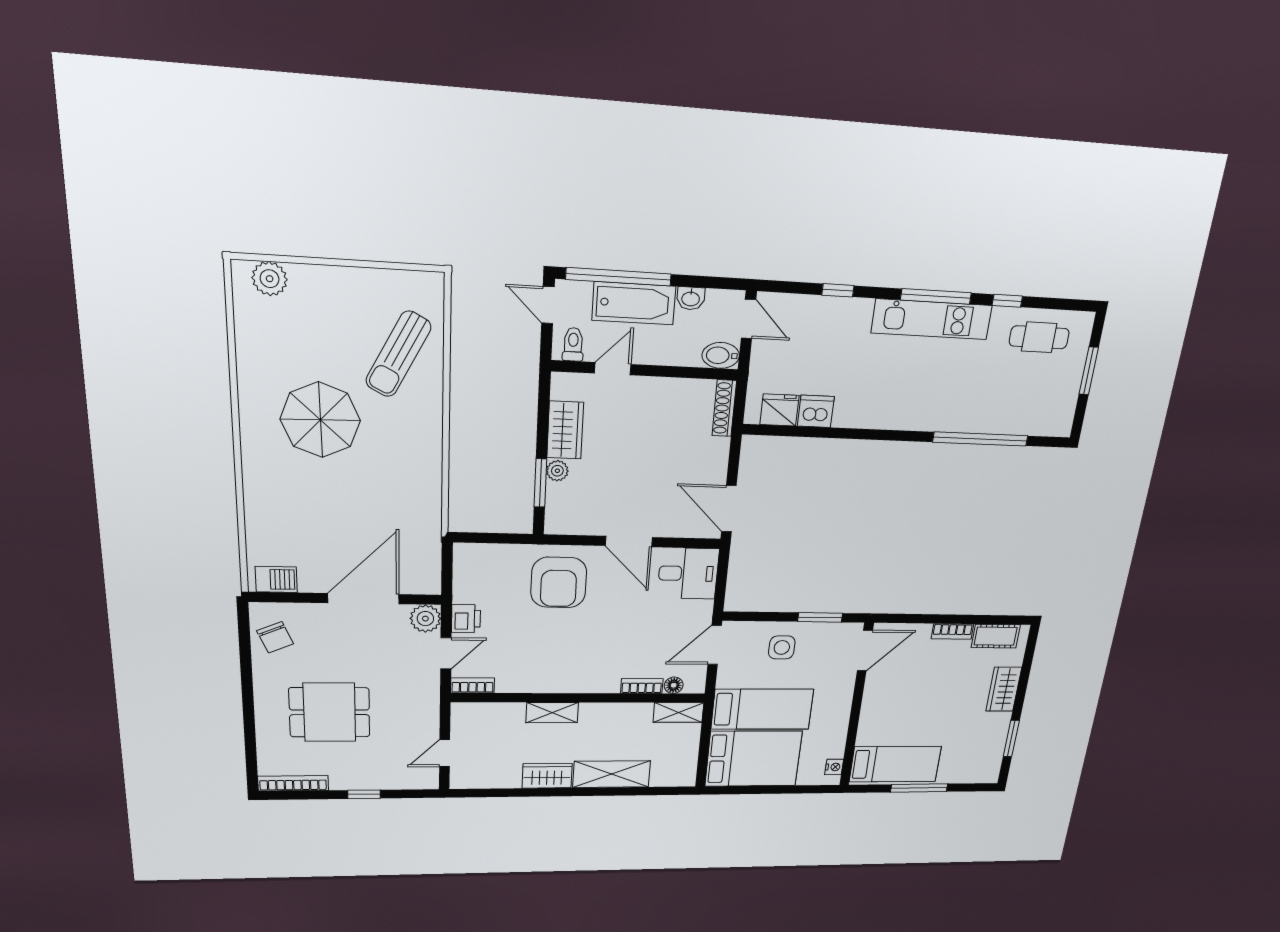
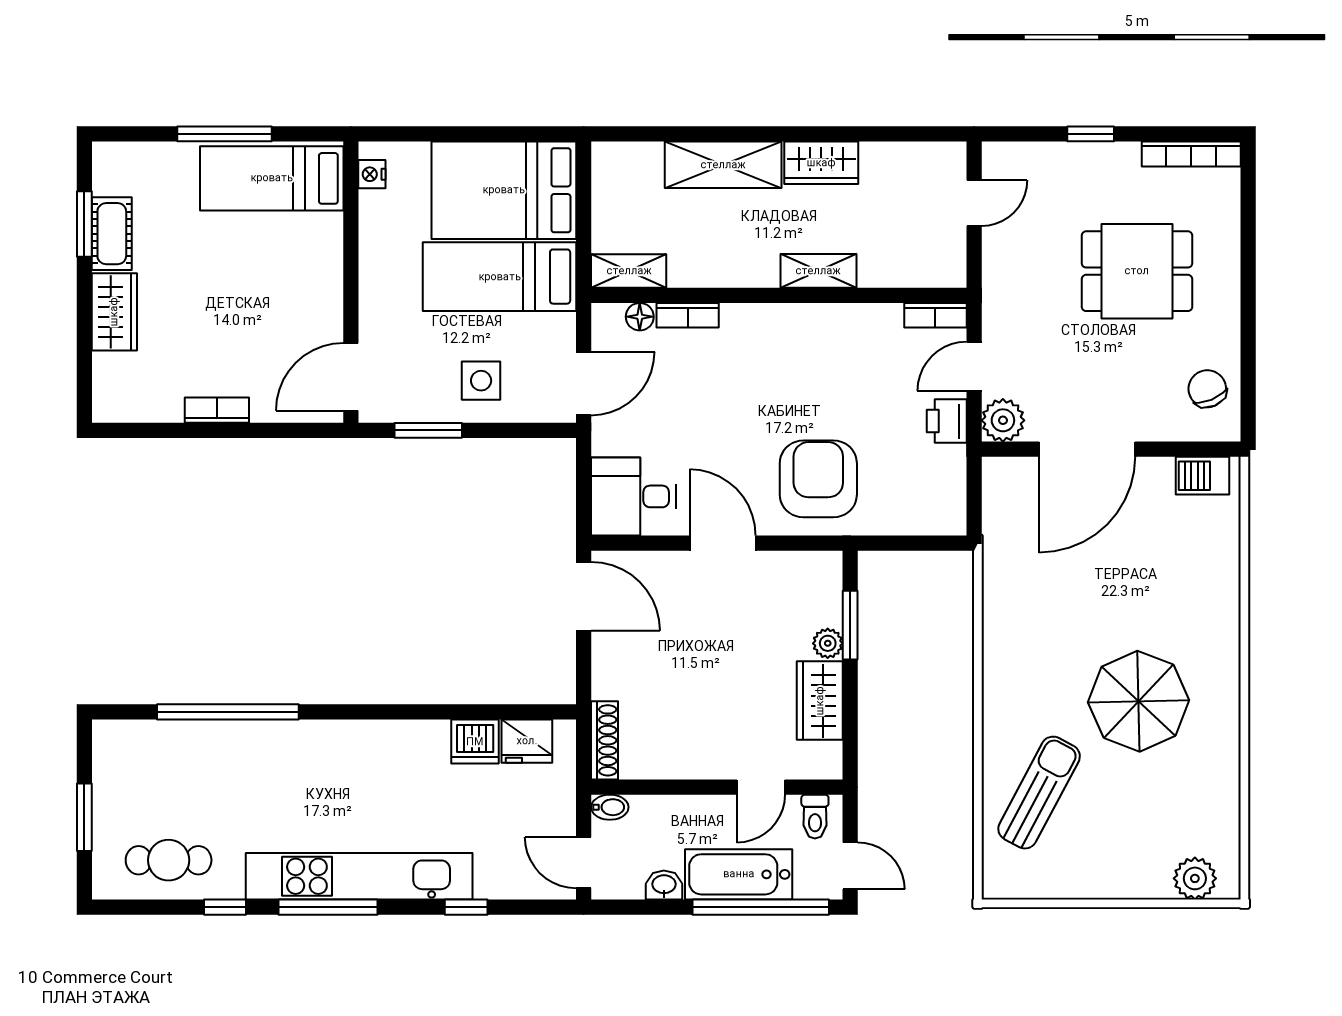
kitchen unit: (932, 319) -> (359, 876), width x1.36
bidet: (721, 355) -> (610, 807), width x0.72, depth x0.74
cot: (996, 636) -> (112, 234), moved, turned 90

